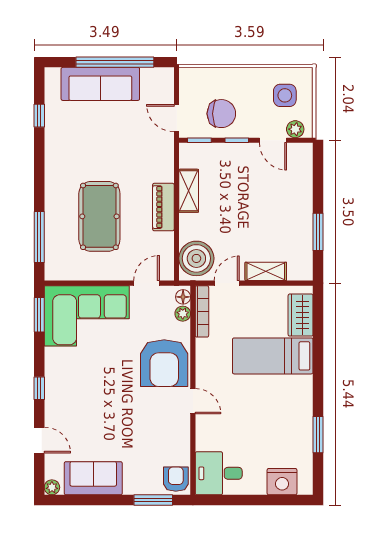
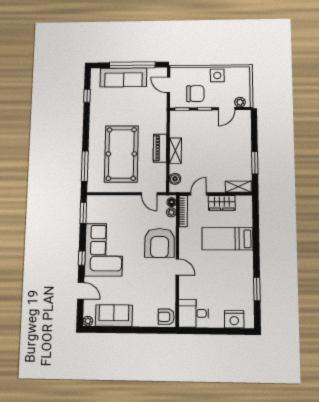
side table: (285, 95) -> (217, 75), moved
door: (177, 118) -> (168, 85), moved
door: (273, 140) -> (226, 109), hinge flipped
shelving: (189, 191) -> (175, 151), moved
pool table: (99, 216) -> (121, 154), width x1.36, depth x1.32
boiler: (196, 258) -> (175, 179), width x0.54, depth x0.54
shelving: (266, 271) -> (238, 187), moved
door: (147, 283) -> (149, 194), swing flipped
wardrobe: (301, 315) -> (222, 203), moved, turned -90
corner sofa: (87, 316) -> (104, 250), moved, turned -90
armchair: (176, 479) -> (166, 317), turned -90
window: (153, 500) -> (152, 330), removed

